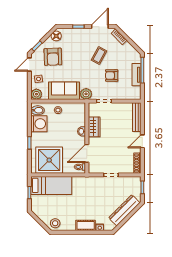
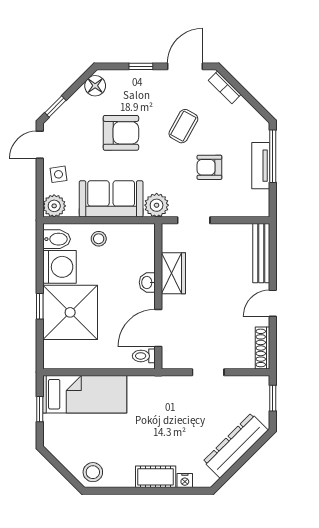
armchair: (53, 57) -> (121, 133), moved, turned -88
shower: (49, 160) -> (70, 312), moved

